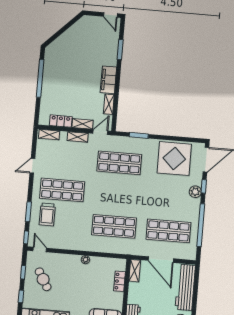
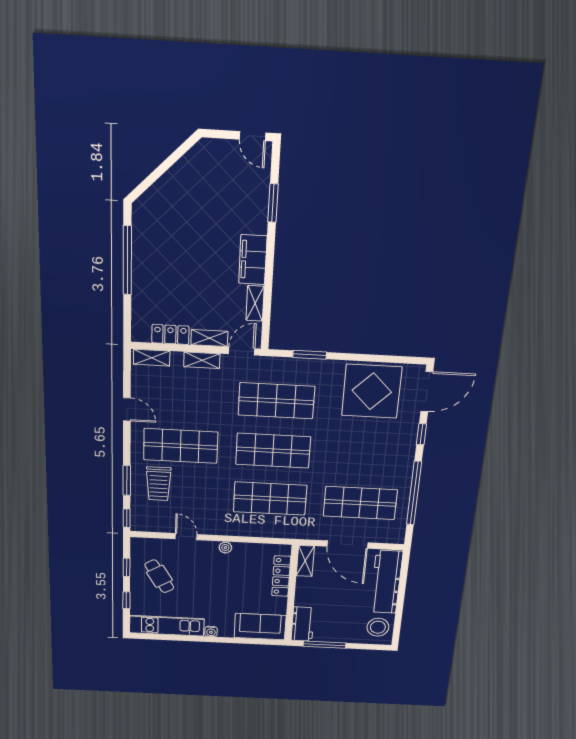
door: (32, 166) -> (127, 409), swing flipped
plant: (195, 192) -> (407, 443), removed
shop shelf: (117, 195) -> (273, 451), added
door: (40, 249) -> (186, 537), moved
locker: (119, 281) -> (281, 576), width x1.53

